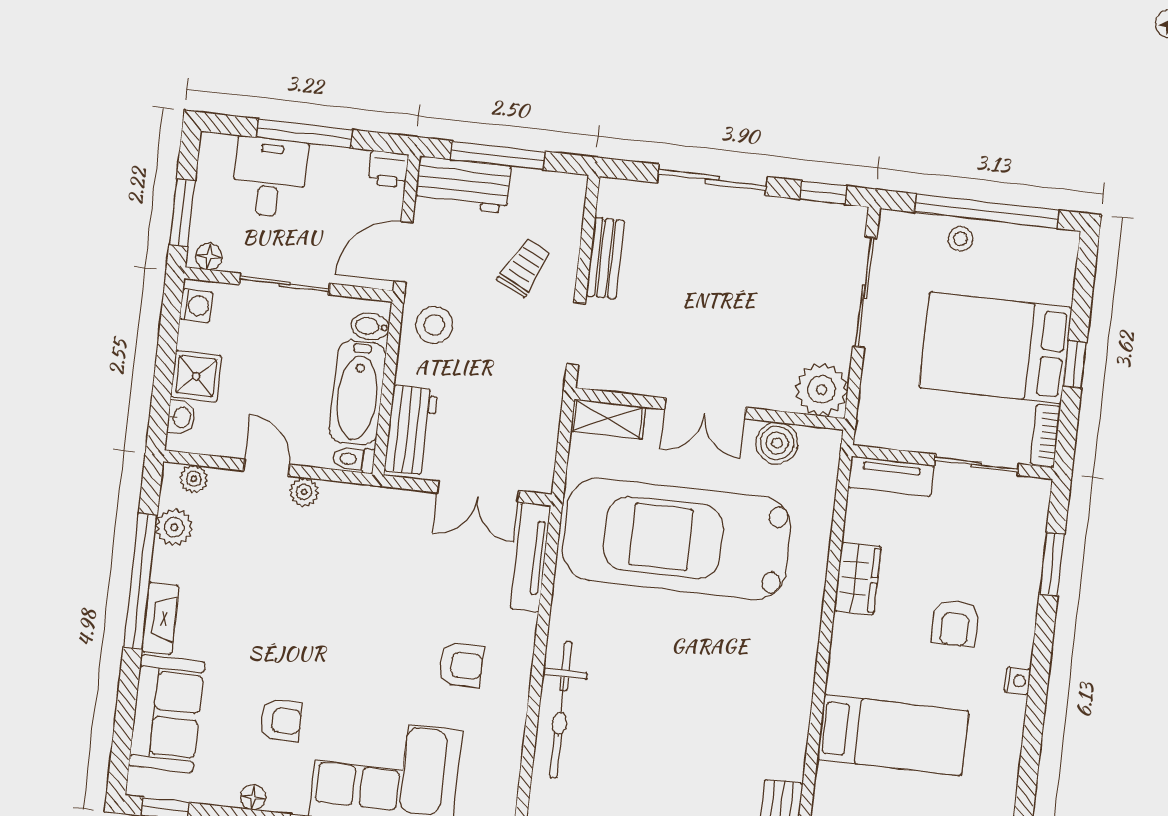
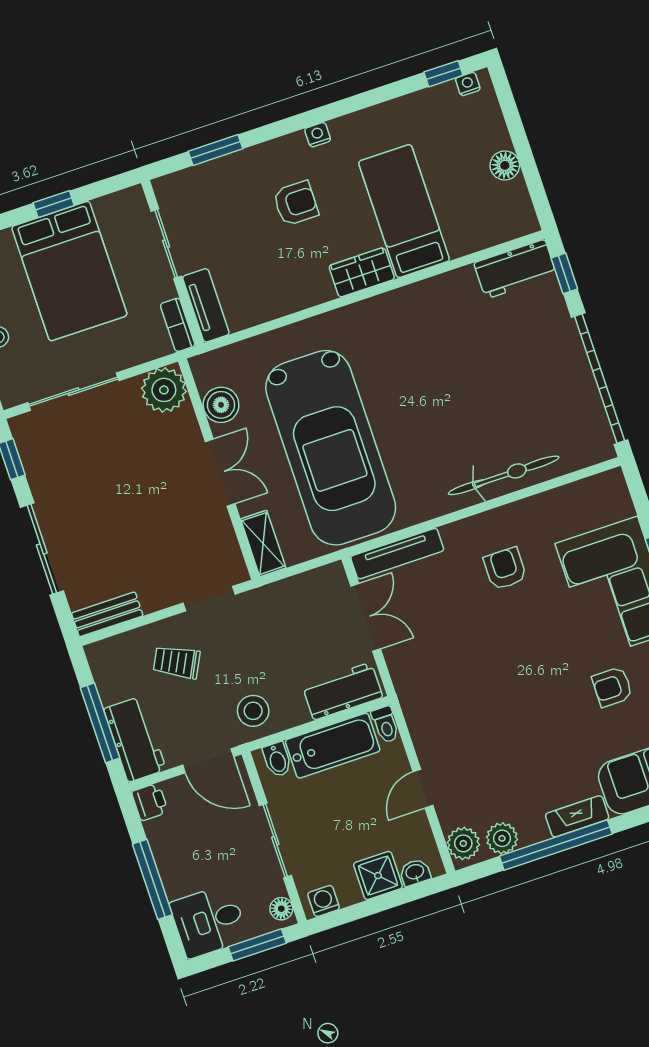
desk: (270, 177) -> (209, 921), moved
bench: (605, 258) -> (107, 614), moved
bookcase: (1045, 435) -> (178, 325), moved, turned 90
plant: (194, 479) -> (463, 843), width x1.38, depth x1.38
plant: (304, 492) -> (428, 751), removed
wardrobe: (858, 578) -> (362, 272), moved
armchair: (281, 720) -> (612, 687), turned -90

